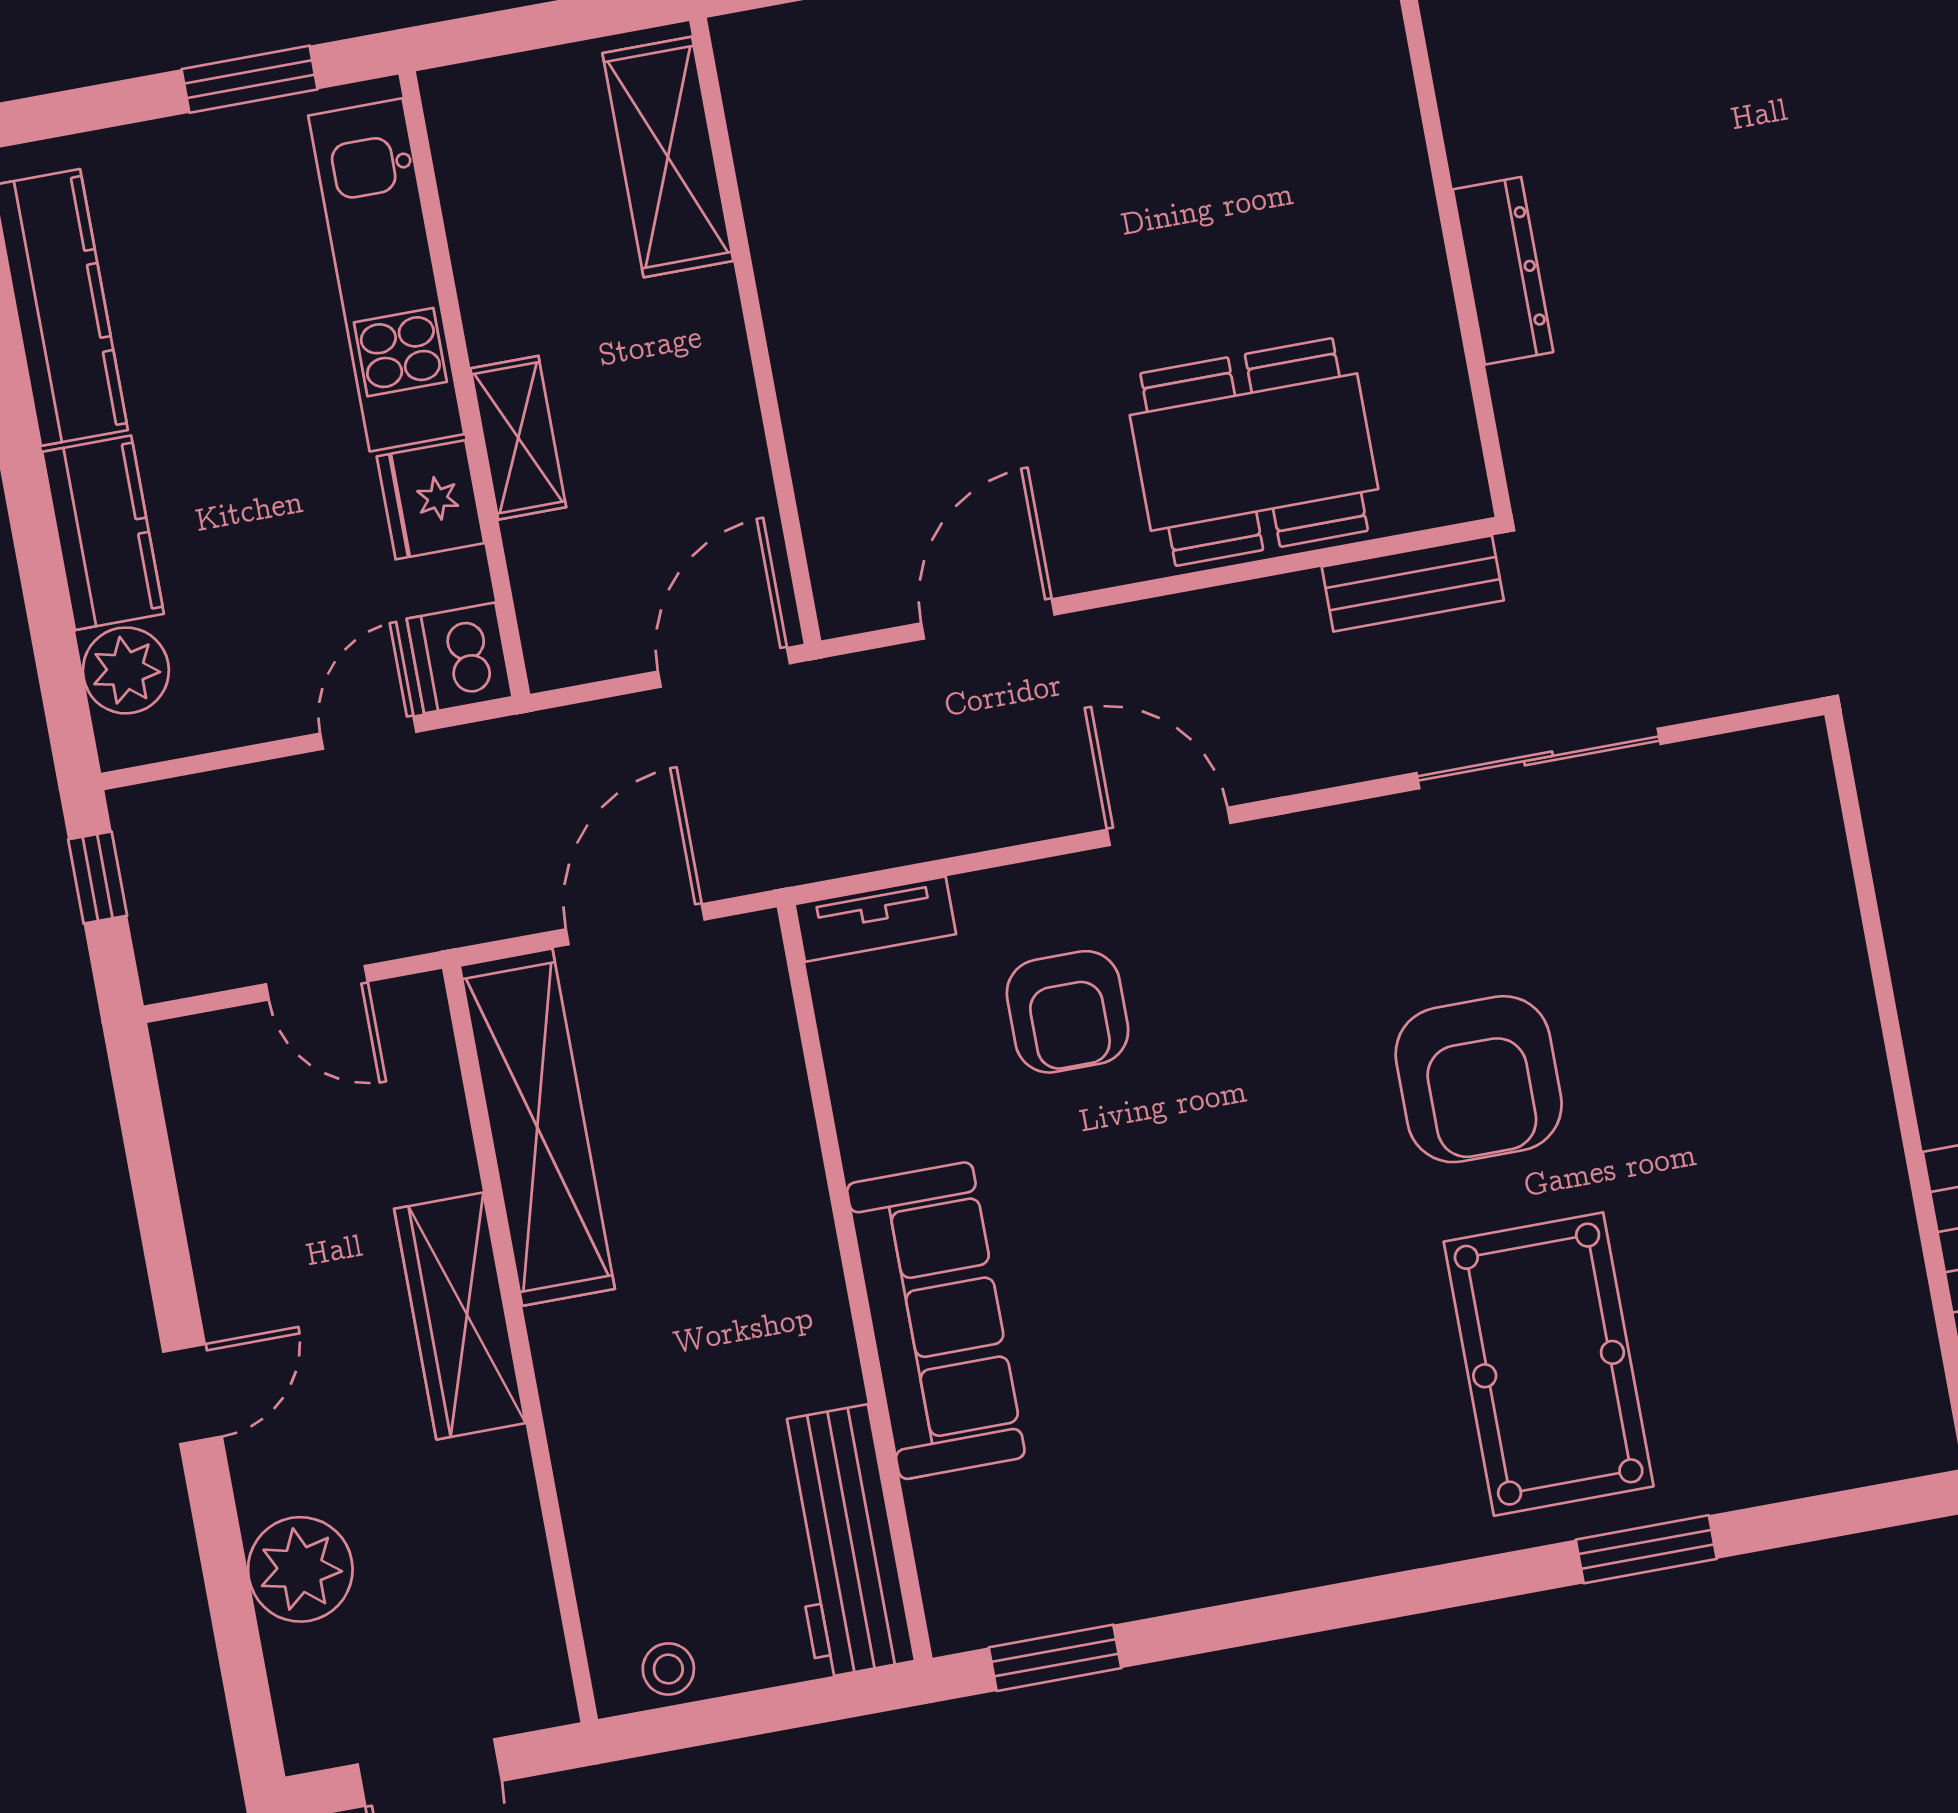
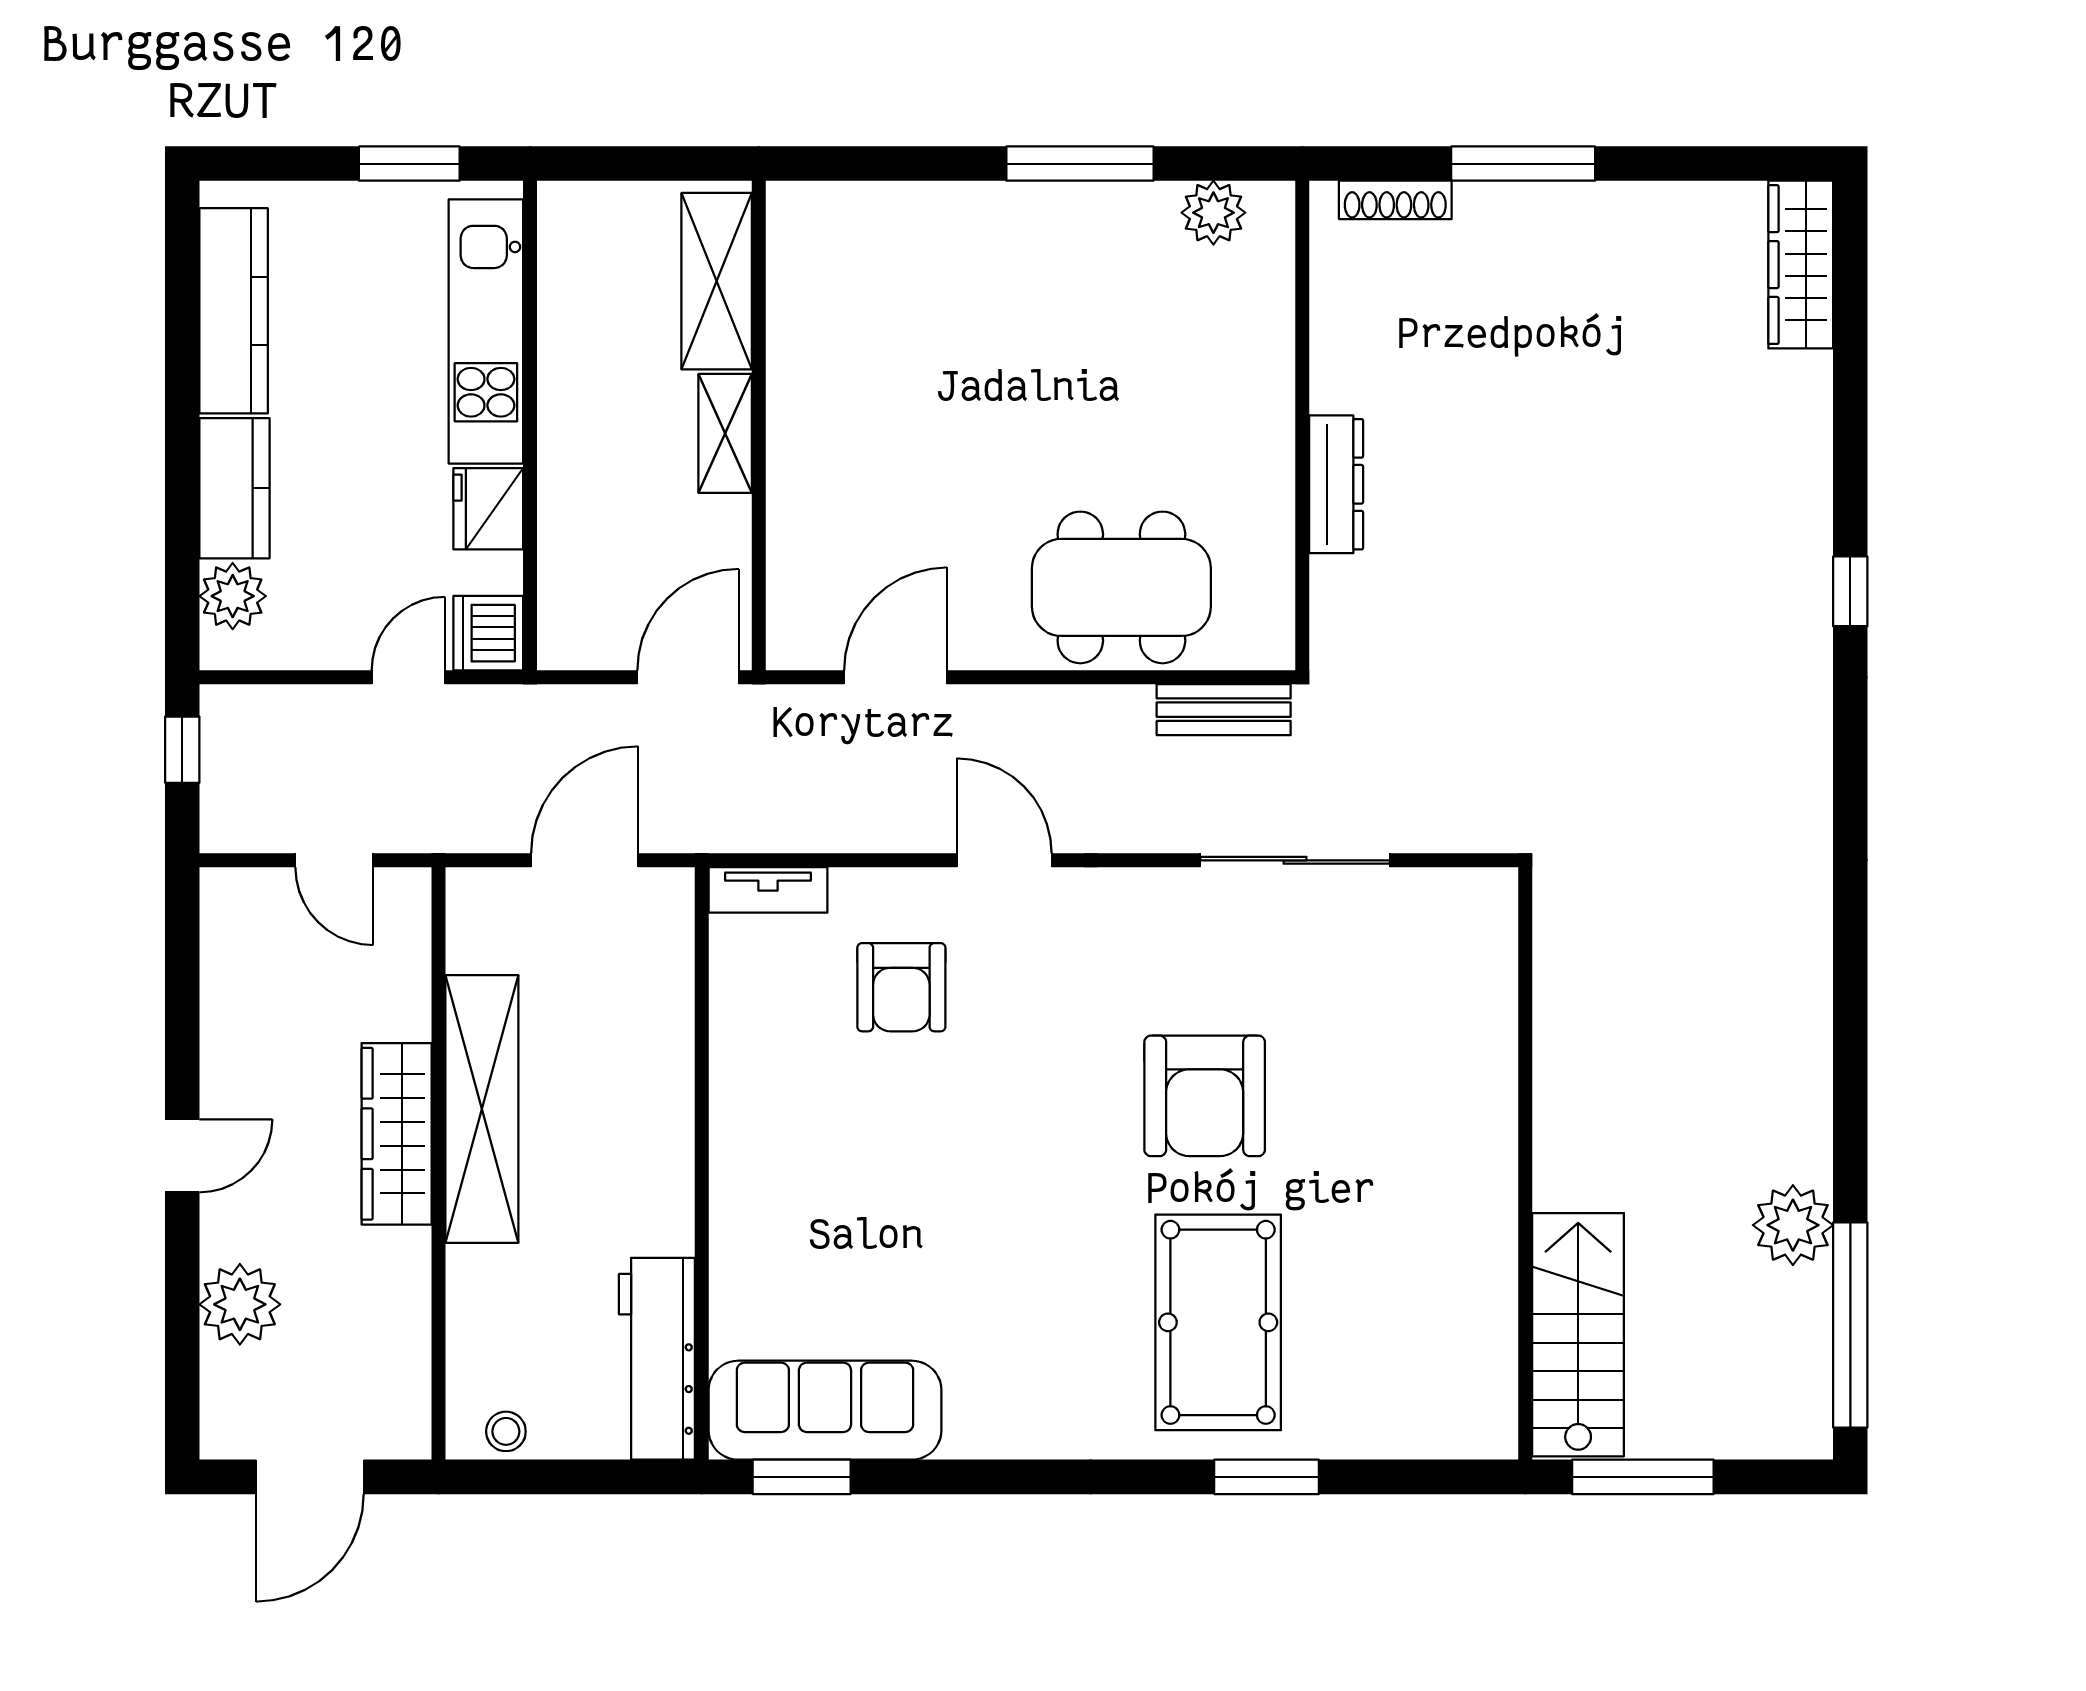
shelving: (518, 438) -> (725, 433), moved
shelving: (537, 1127) -> (482, 1109), moved
sofa: (936, 1321) -> (825, 1410), moved, turned -90

